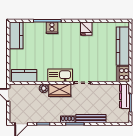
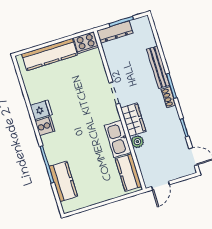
cooker: (52, 28) -> (45, 126), moved
kitchen counter: (16, 35) -> (63, 181), moved, turned 90
kitchen sink: (60, 75) -> (118, 139), moved

